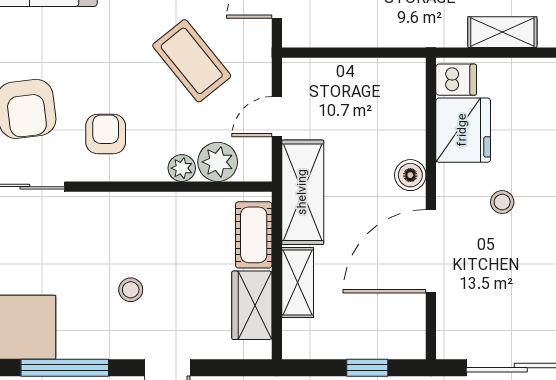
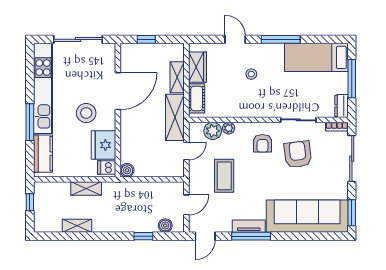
coffee table: (192, 61) -> (224, 176), turned 39
boiler: (410, 175) -> (127, 170), moved
stool: (502, 202) -> (86, 113), width x1.89, depth x1.89

